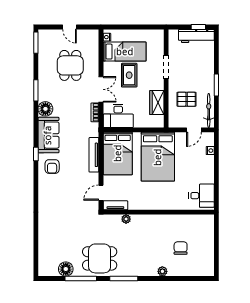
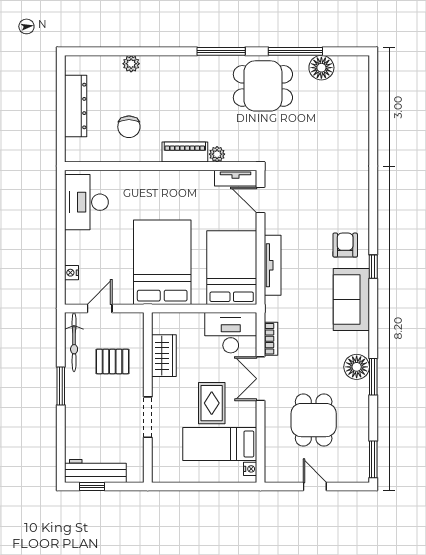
floor lamp: (45, 109) -> (357, 367), moved
door: (101, 193) -> (261, 200), swing flipped
desk: (202, 196) -> (86, 202), width x1.37
piano: (145, 220) -> (185, 152), added
dresser: (208, 247) -> (76, 106), added
chair: (181, 248) -> (129, 127), moved
plant: (162, 271) -> (131, 64), moved

